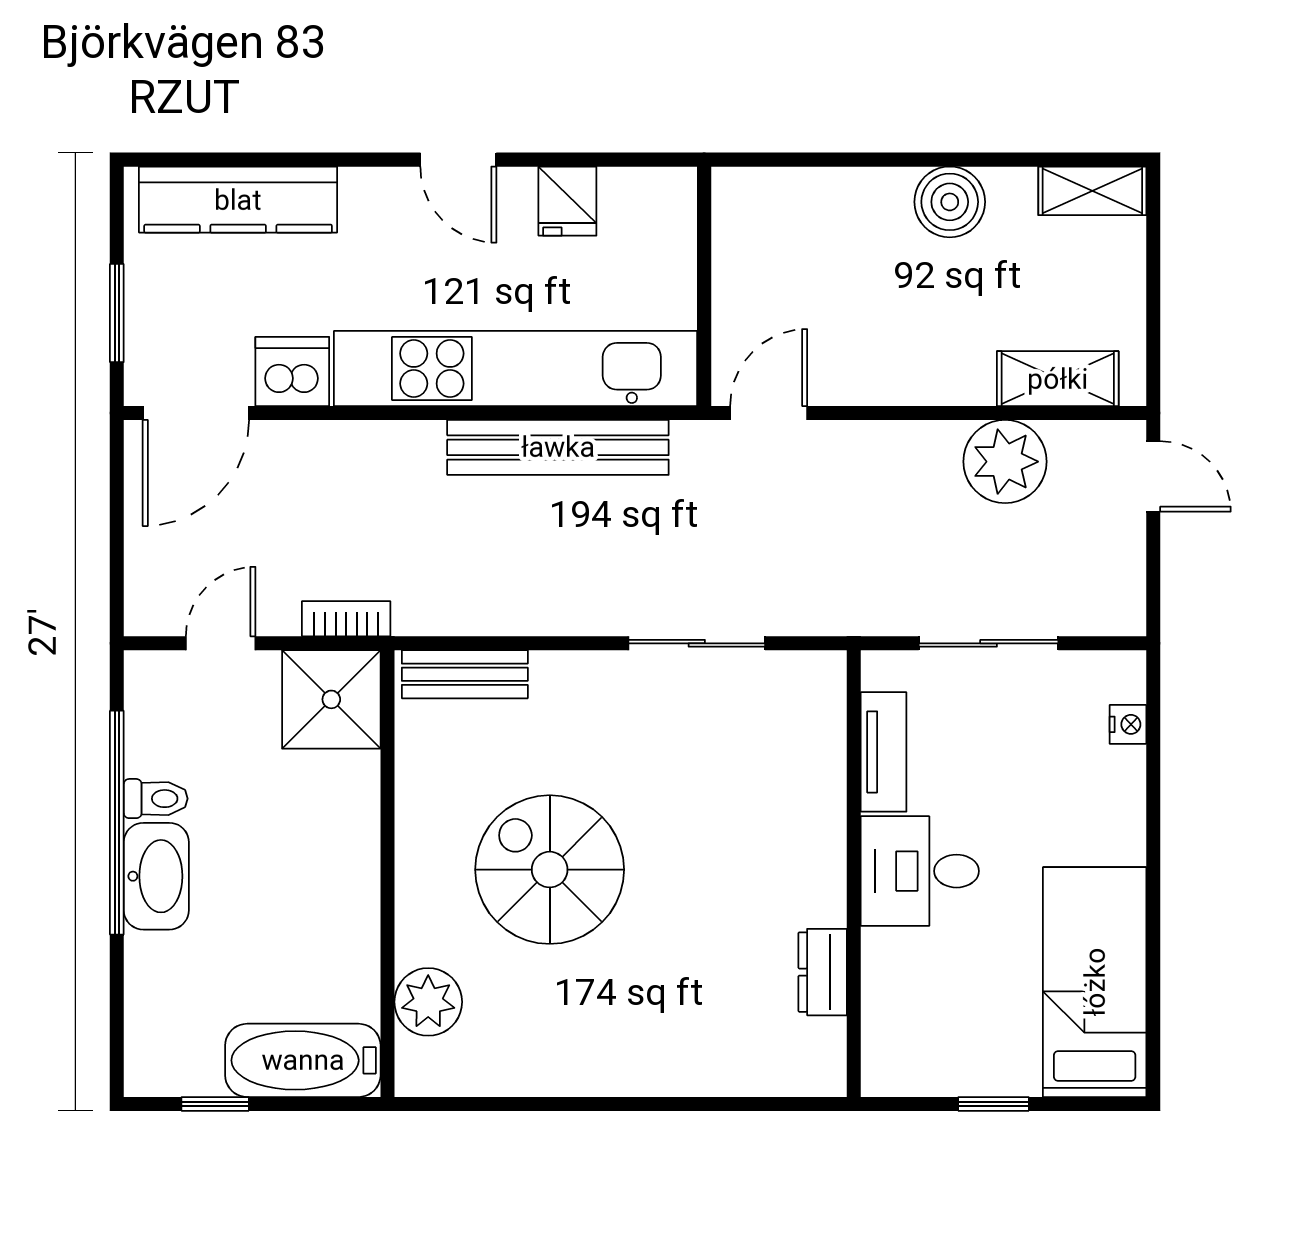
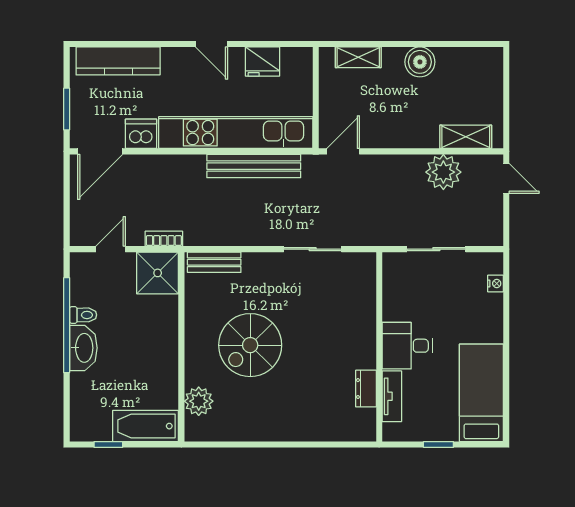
shelving: (1092, 191) -> (358, 57), moved
fridge: (567, 201) -> (262, 62), width x1.38
tv unit: (884, 752) -> (392, 396), moved
spiral stairs: (550, 870) -> (250, 345), turned -90

